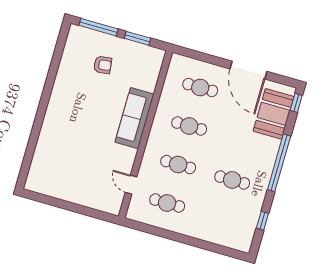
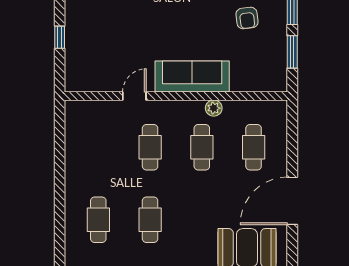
plant: (163, 109) -> (214, 108), added
door: (131, 185) -> (134, 96), moved
cafe table: (167, 203) -> (98, 220), moved
window: (77, 208) -> (60, 37), added

